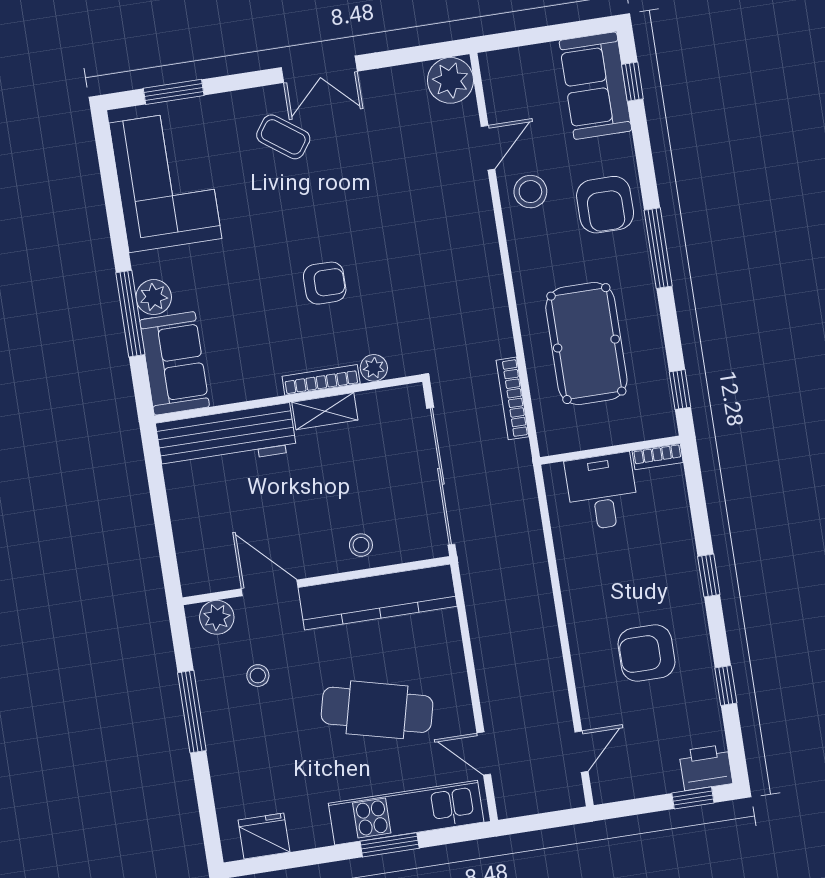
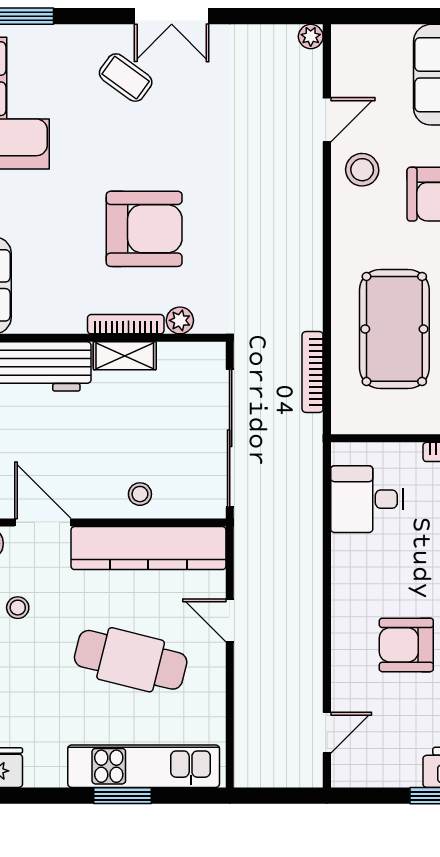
plant: (450, 80) -> (311, 36), width x0.53, depth x0.53
armchair: (325, 283) -> (144, 229), width x1.88, depth x1.88
desk: (602, 492) -> (367, 499), moved, turned -90
door: (484, 754) -> (230, 620), moved

